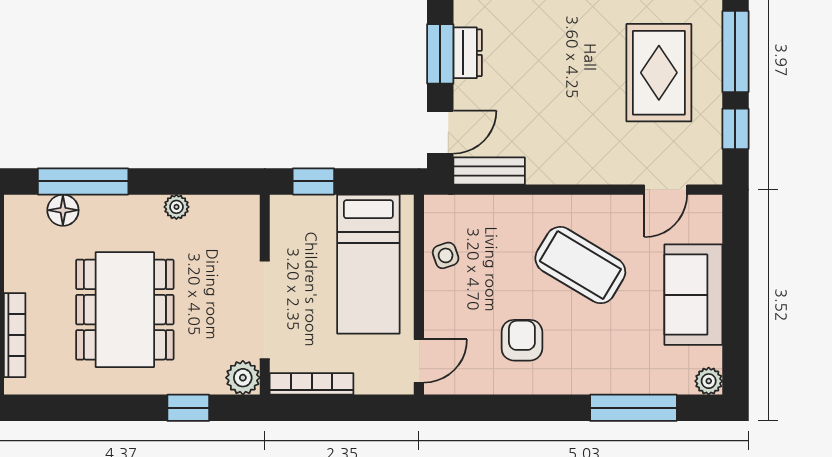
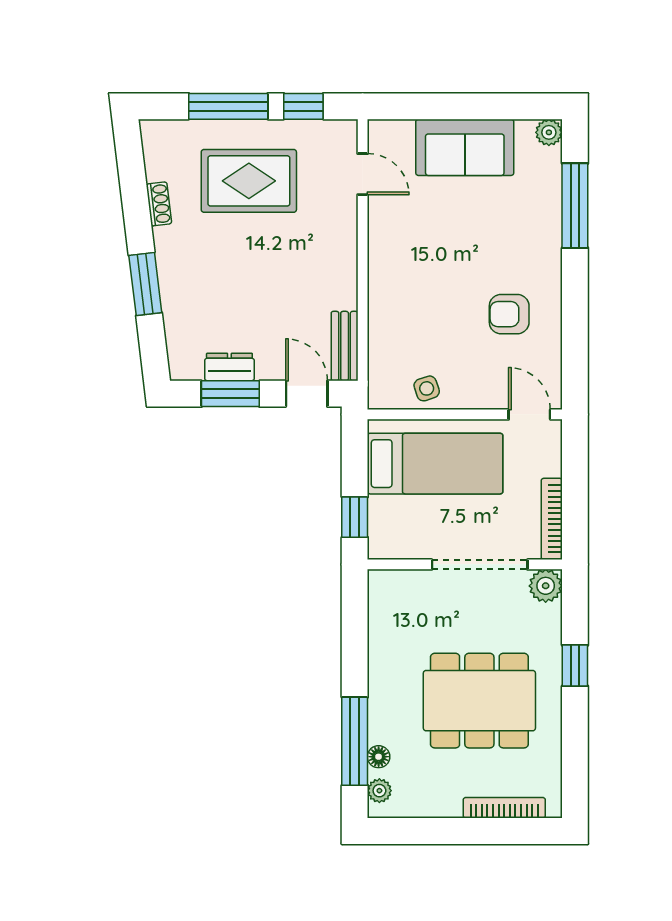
plant: (176, 207) -> (379, 791), moved
floor lamp: (63, 210) -> (379, 757), width x0.73, depth x0.73
coffee table: (580, 265) -> (436, 257), removed
window: (188, 408) -> (575, 666), moved

